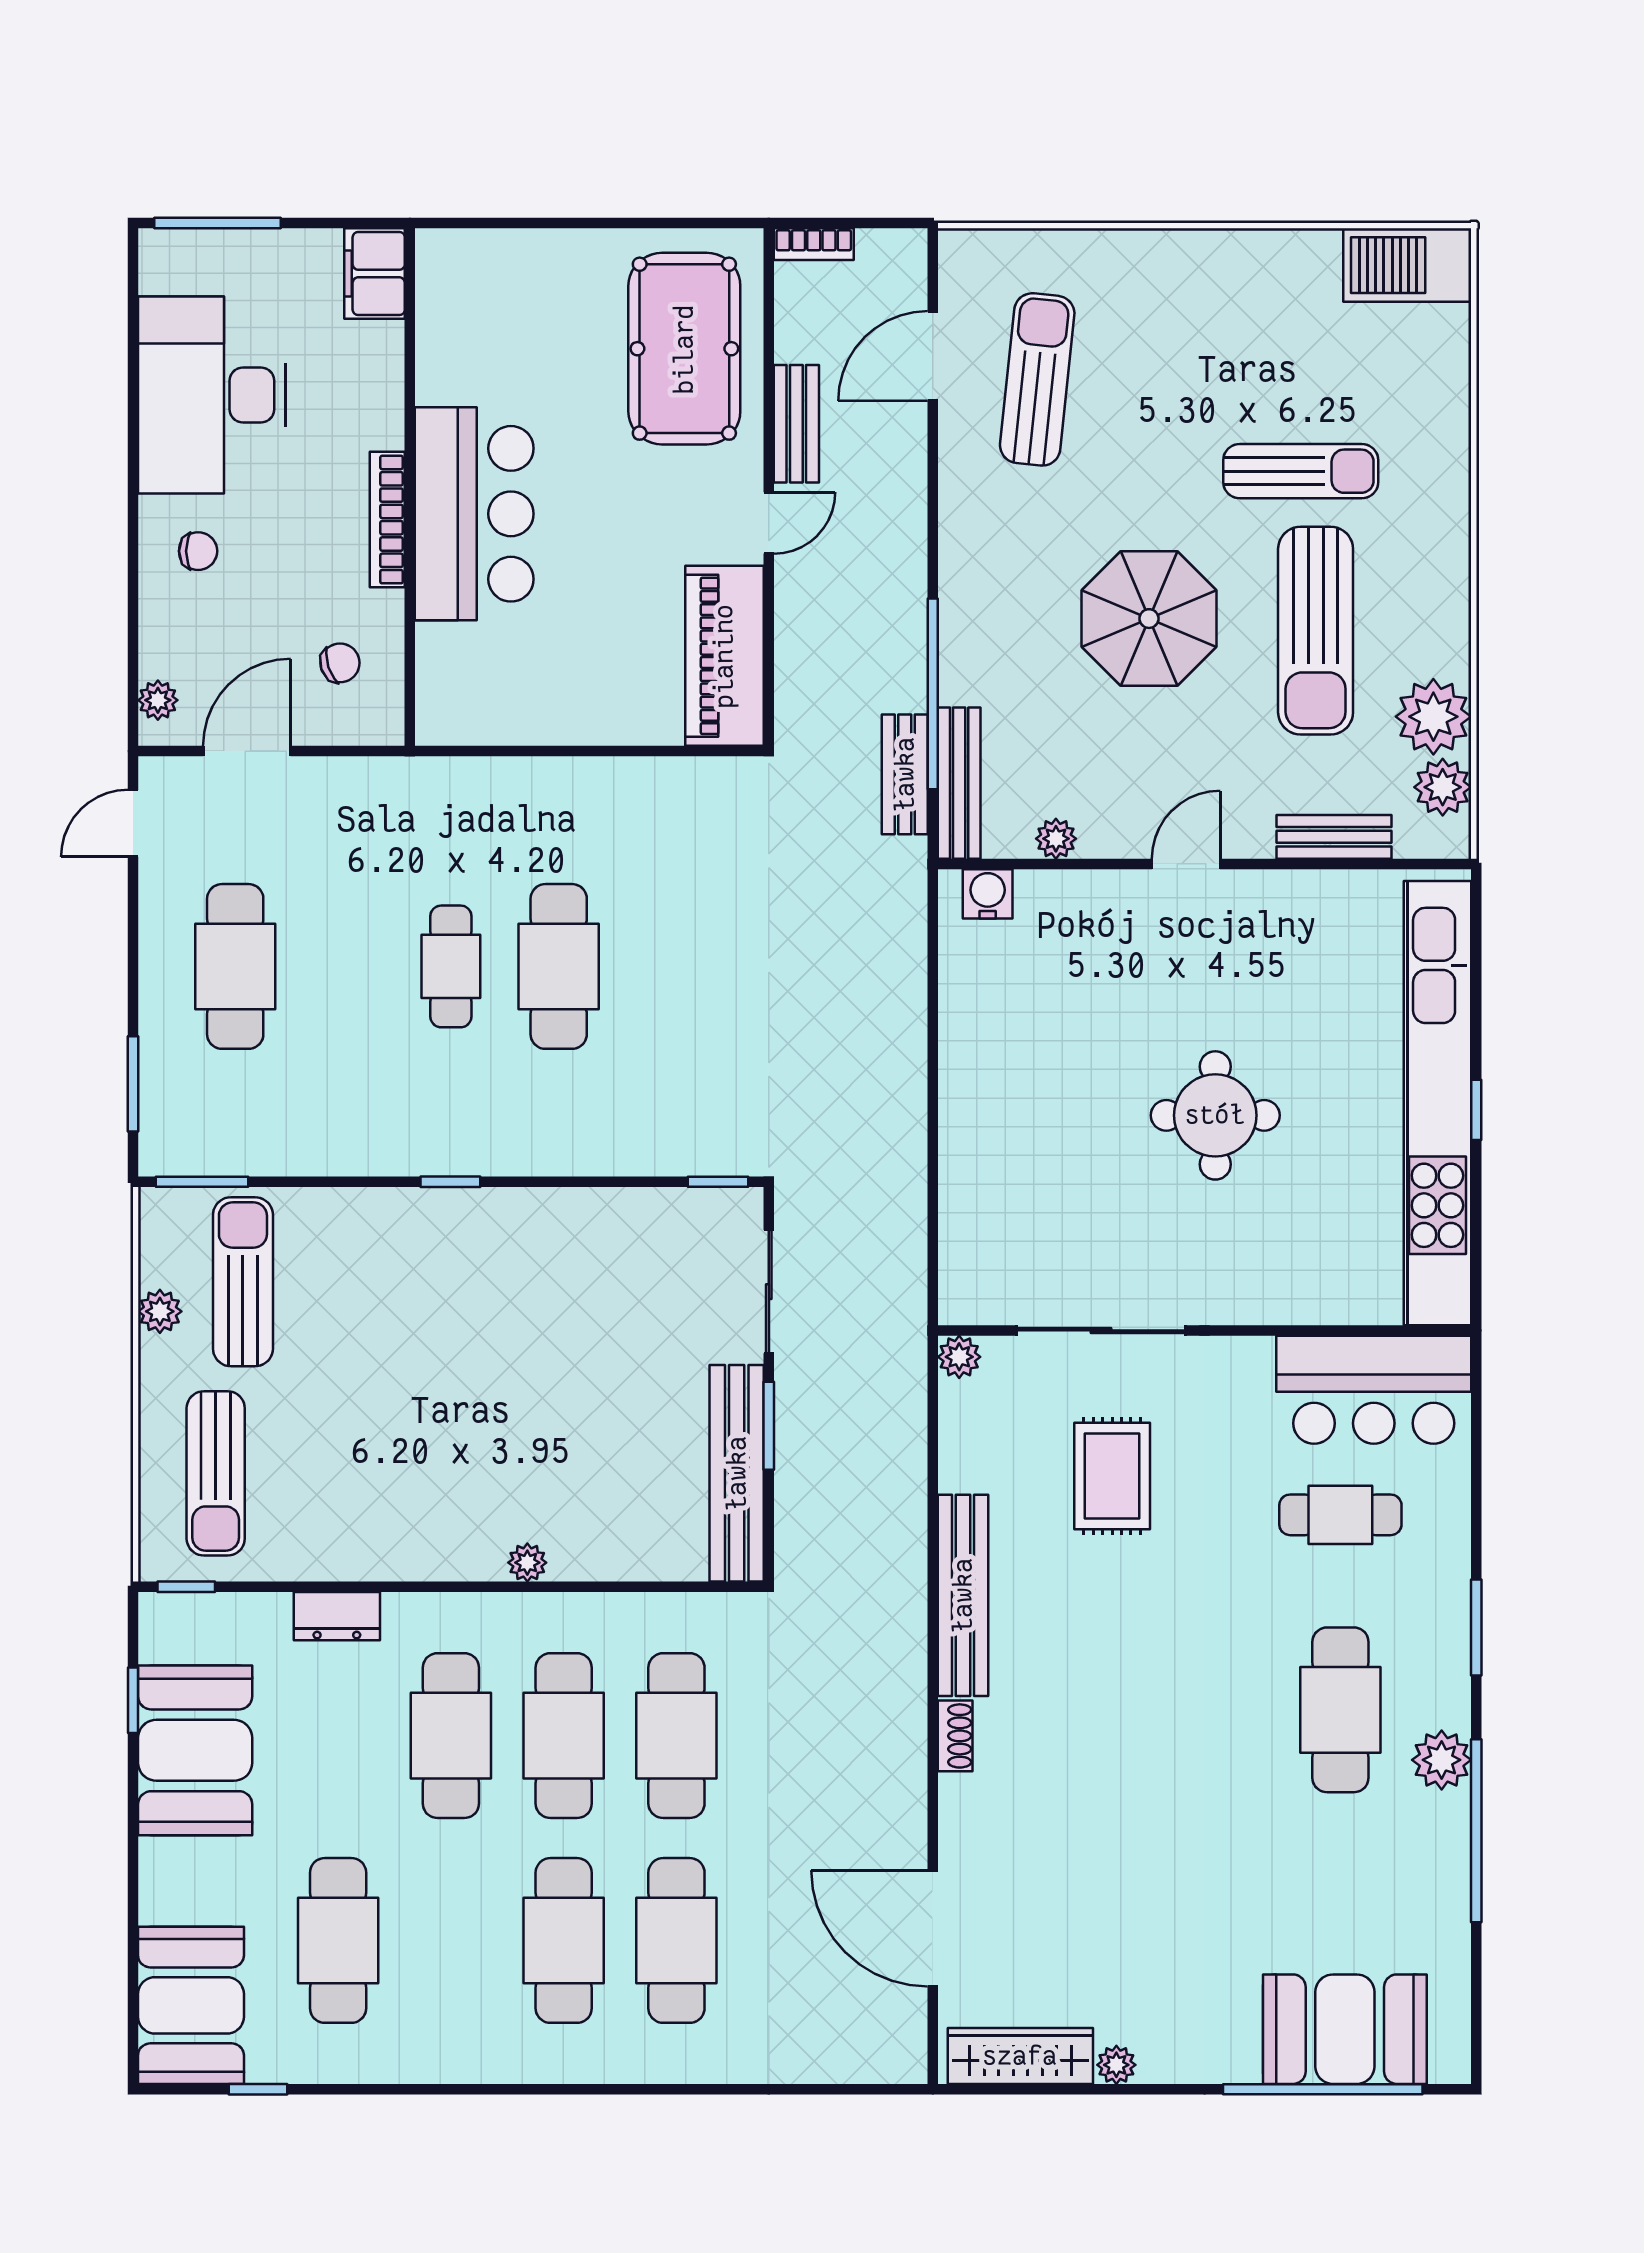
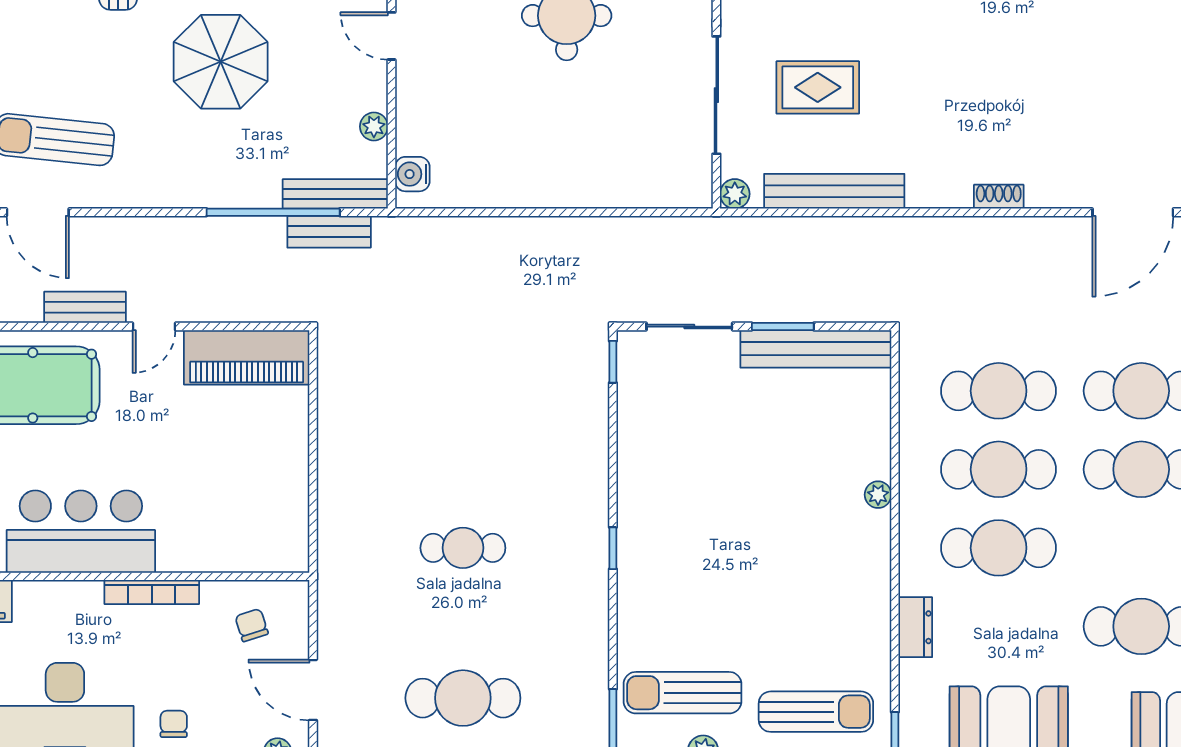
bar counter: (474, 514) -> (81, 532), moved
door: (769, 523) -> (154, 327), swing flipped
cafe table: (559, 966) -> (463, 473), removed
bench: (963, 1595) -> (834, 191), moved

